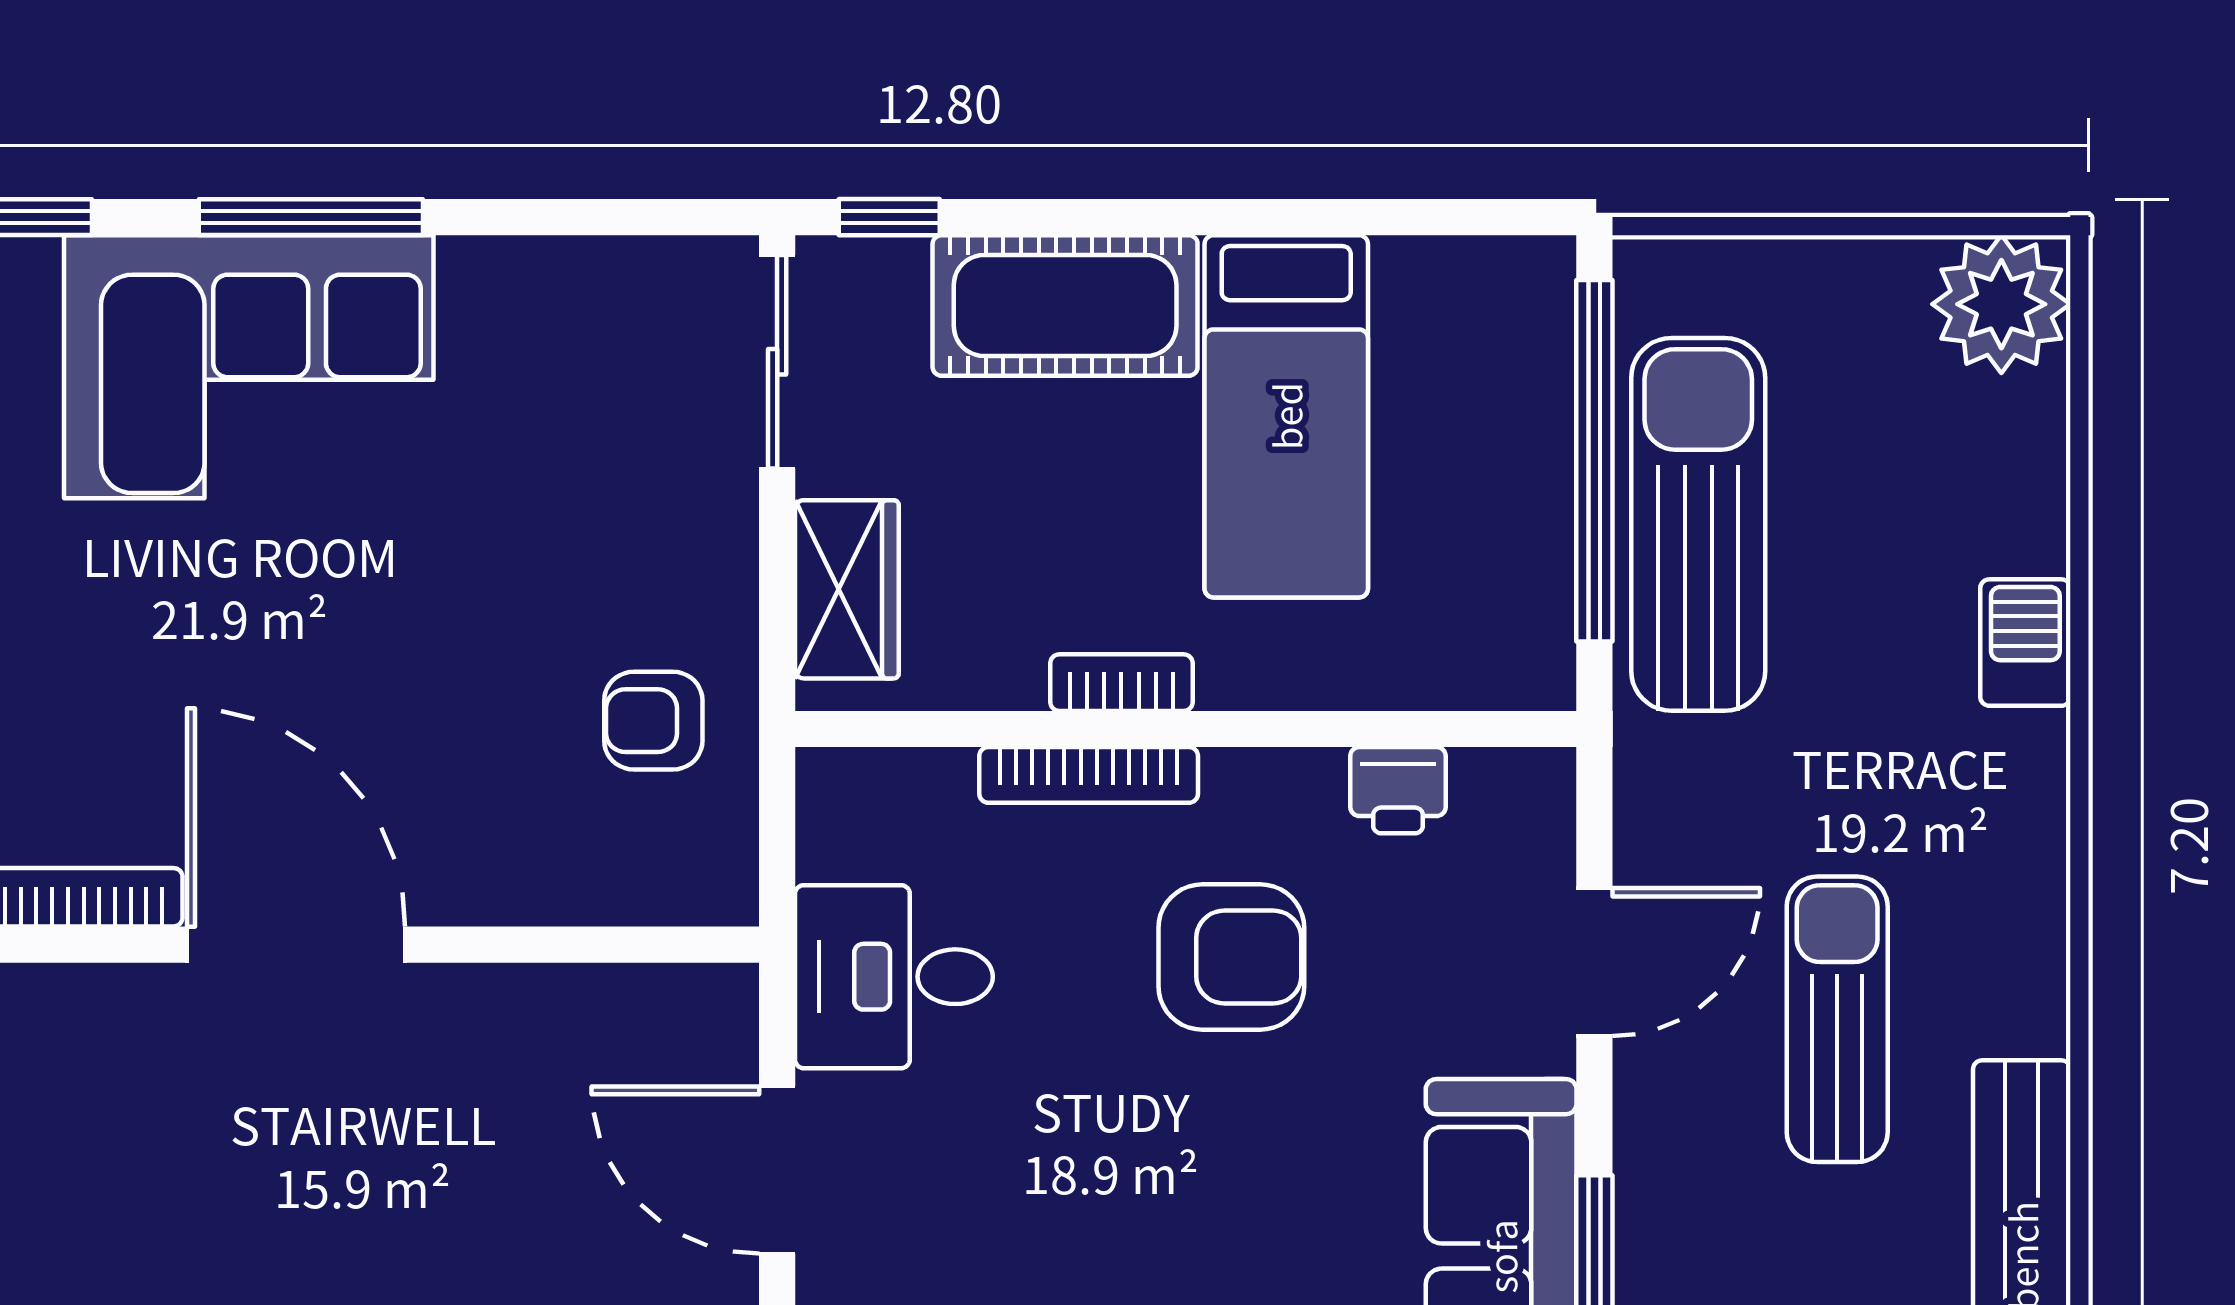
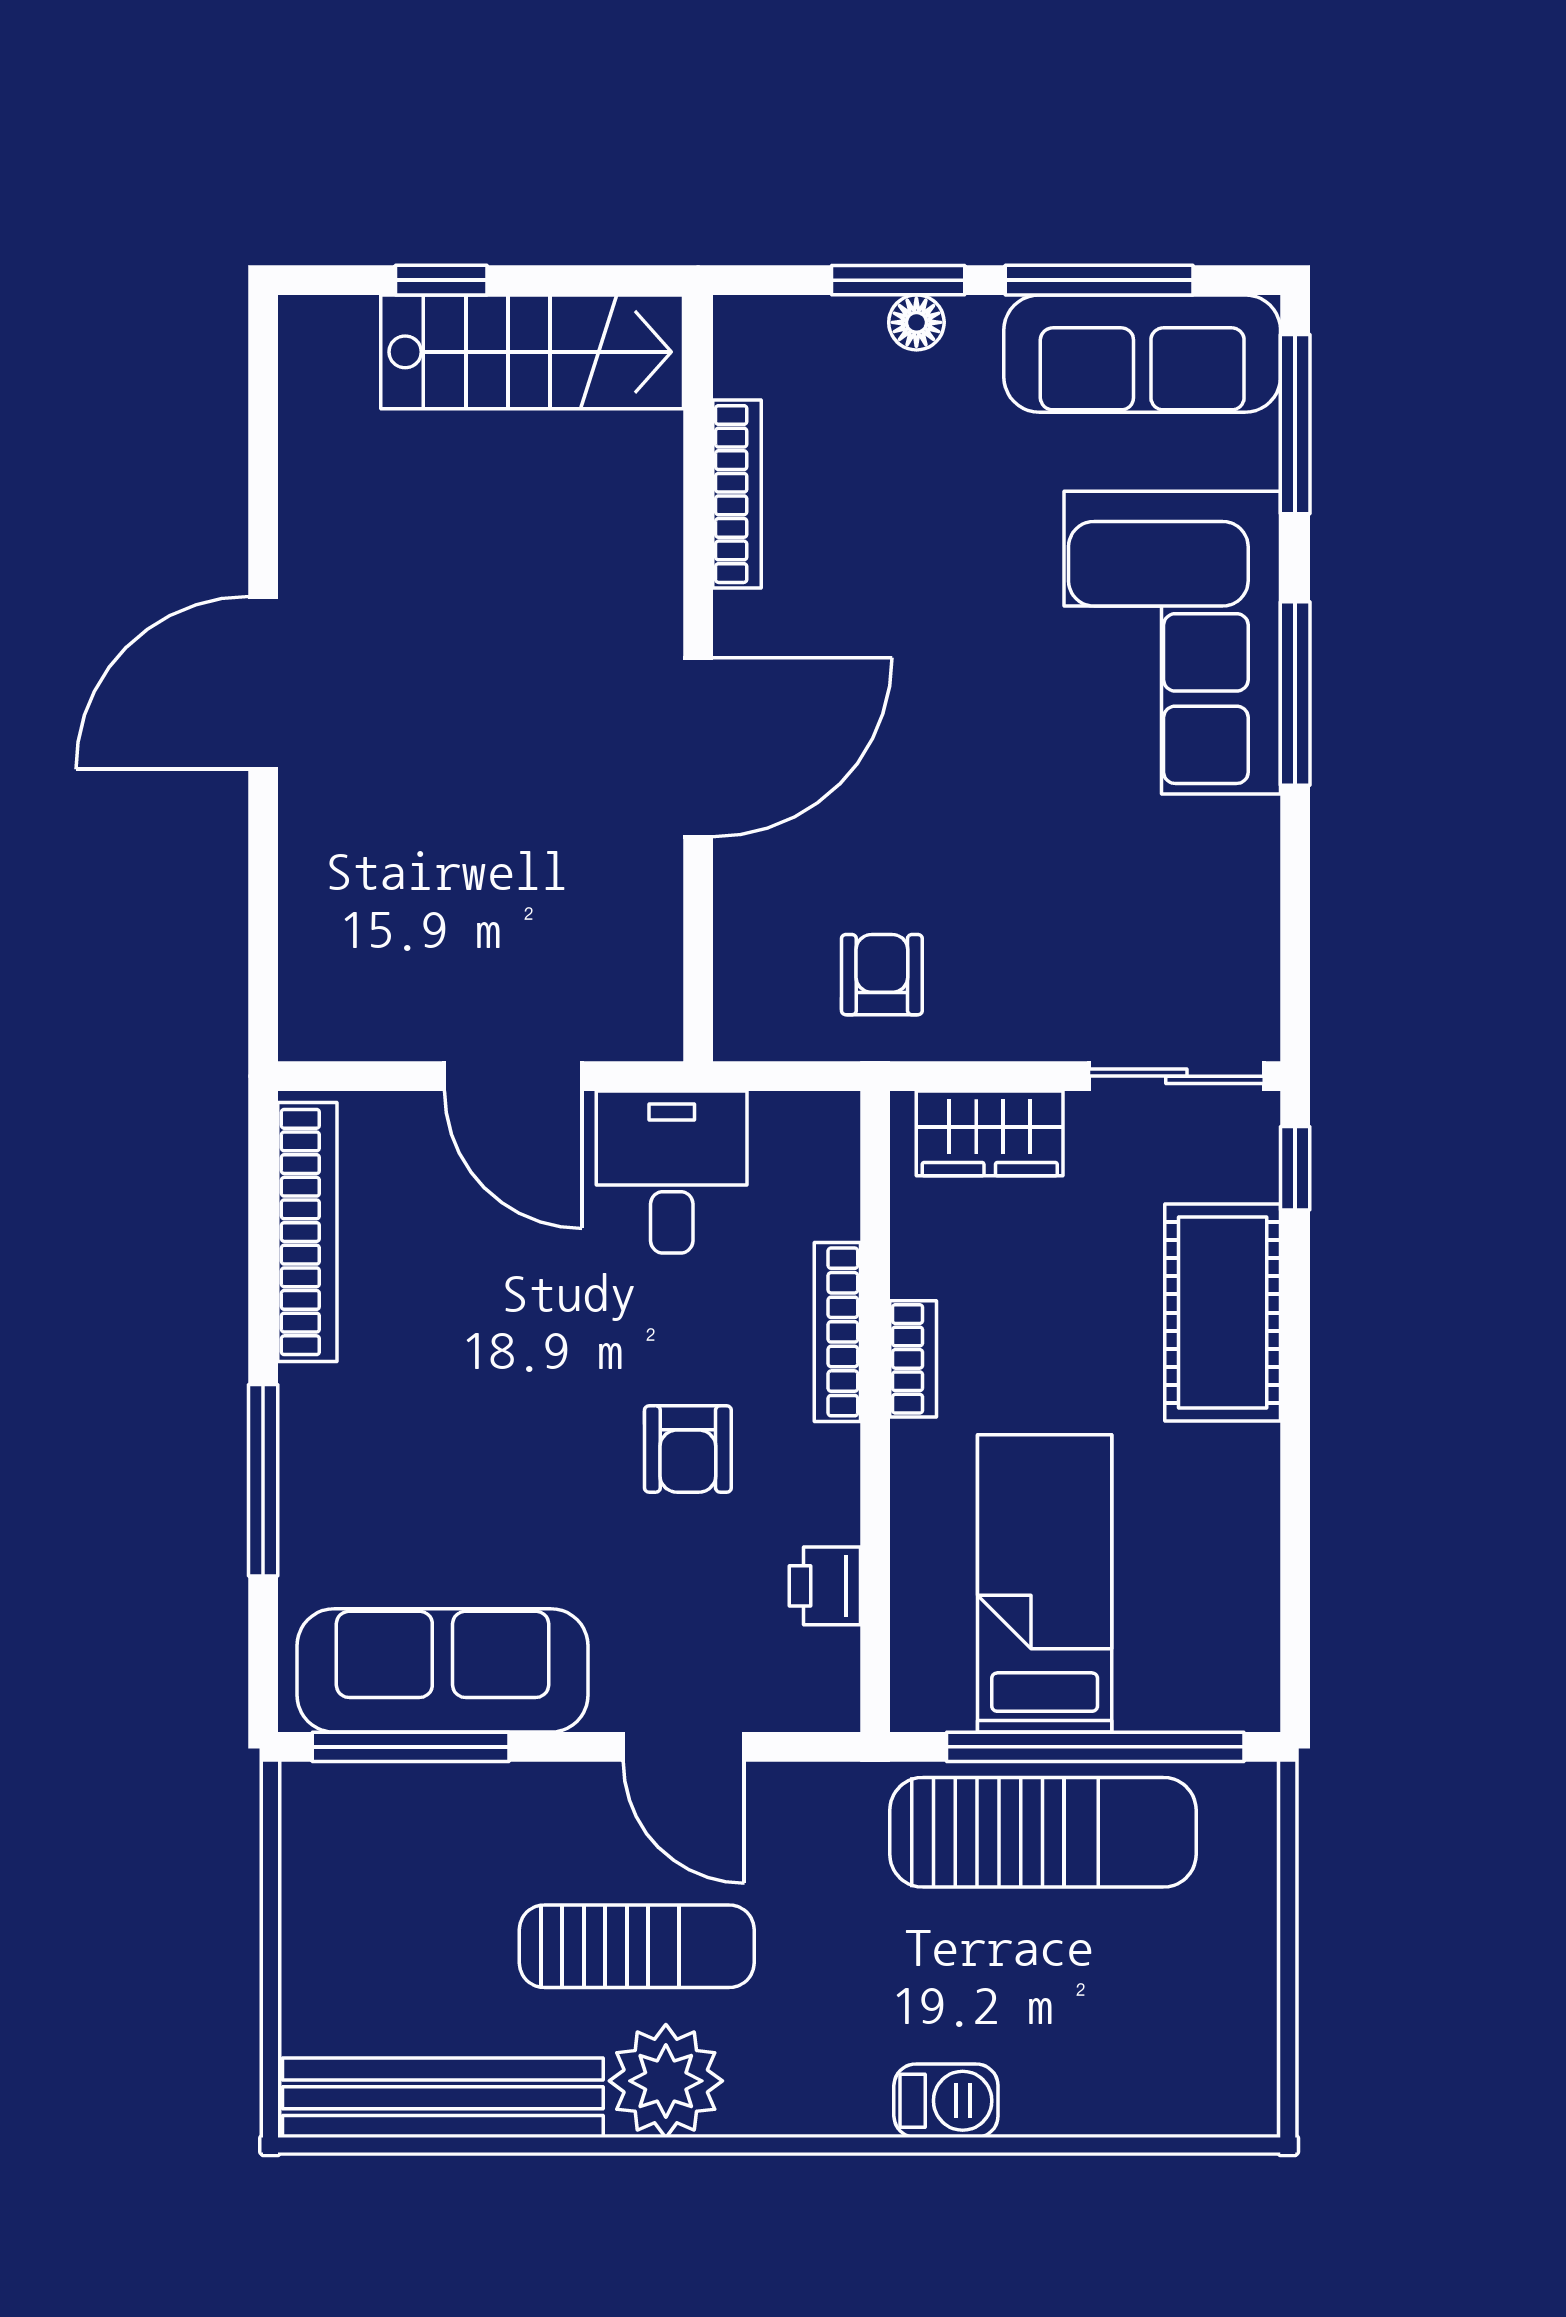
plant: (2001, 304) -> (666, 2081), moved
bed: (1286, 416) -> (1045, 1583), moved, turned 90
door: (296, 945) -> (698, 747), moved
armchair: (1231, 957) -> (688, 1449), width x0.72, depth x0.72
door: (777, 1170) -> (513, 1076), swing flipped

